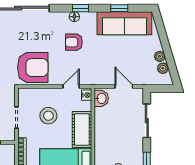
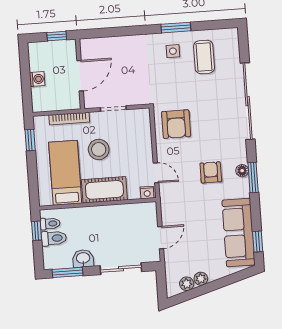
window: (81, 8) -> (253, 177), width x1.50
window: (119, 8) -> (258, 242), moved
armchair: (33, 68) -> (176, 124), width x0.73, depth x0.73
washbasin: (101, 98) -> (83, 258), moved, turned 180
stool: (48, 116) -> (99, 149), moved

